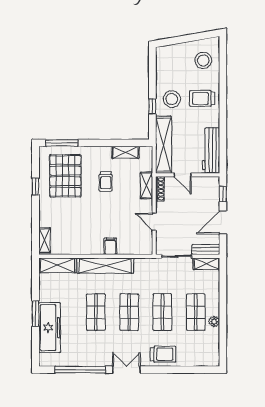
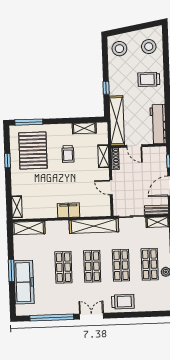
stool: (172, 99) -> (119, 49), moved
filing cabinet: (110, 246) -> (69, 210), width x2.00
shelving: (105, 266) -> (94, 226), moved

